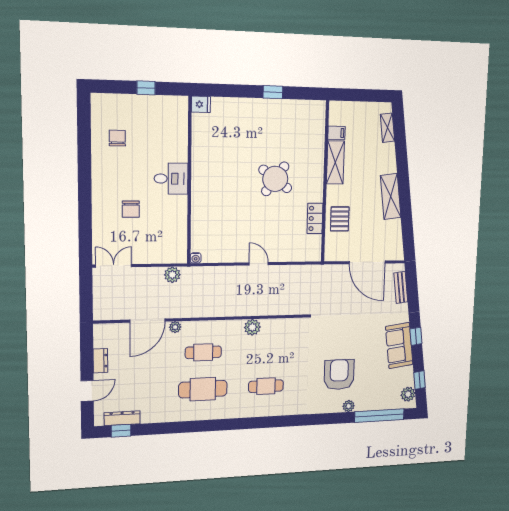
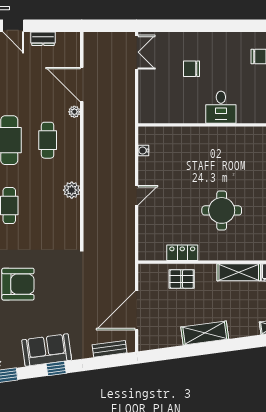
round table: (275, 179) -> (222, 210), turned -36
water cooler: (196, 258) -> (143, 150), moved
plant: (172, 275) -> (127, 109), removed

